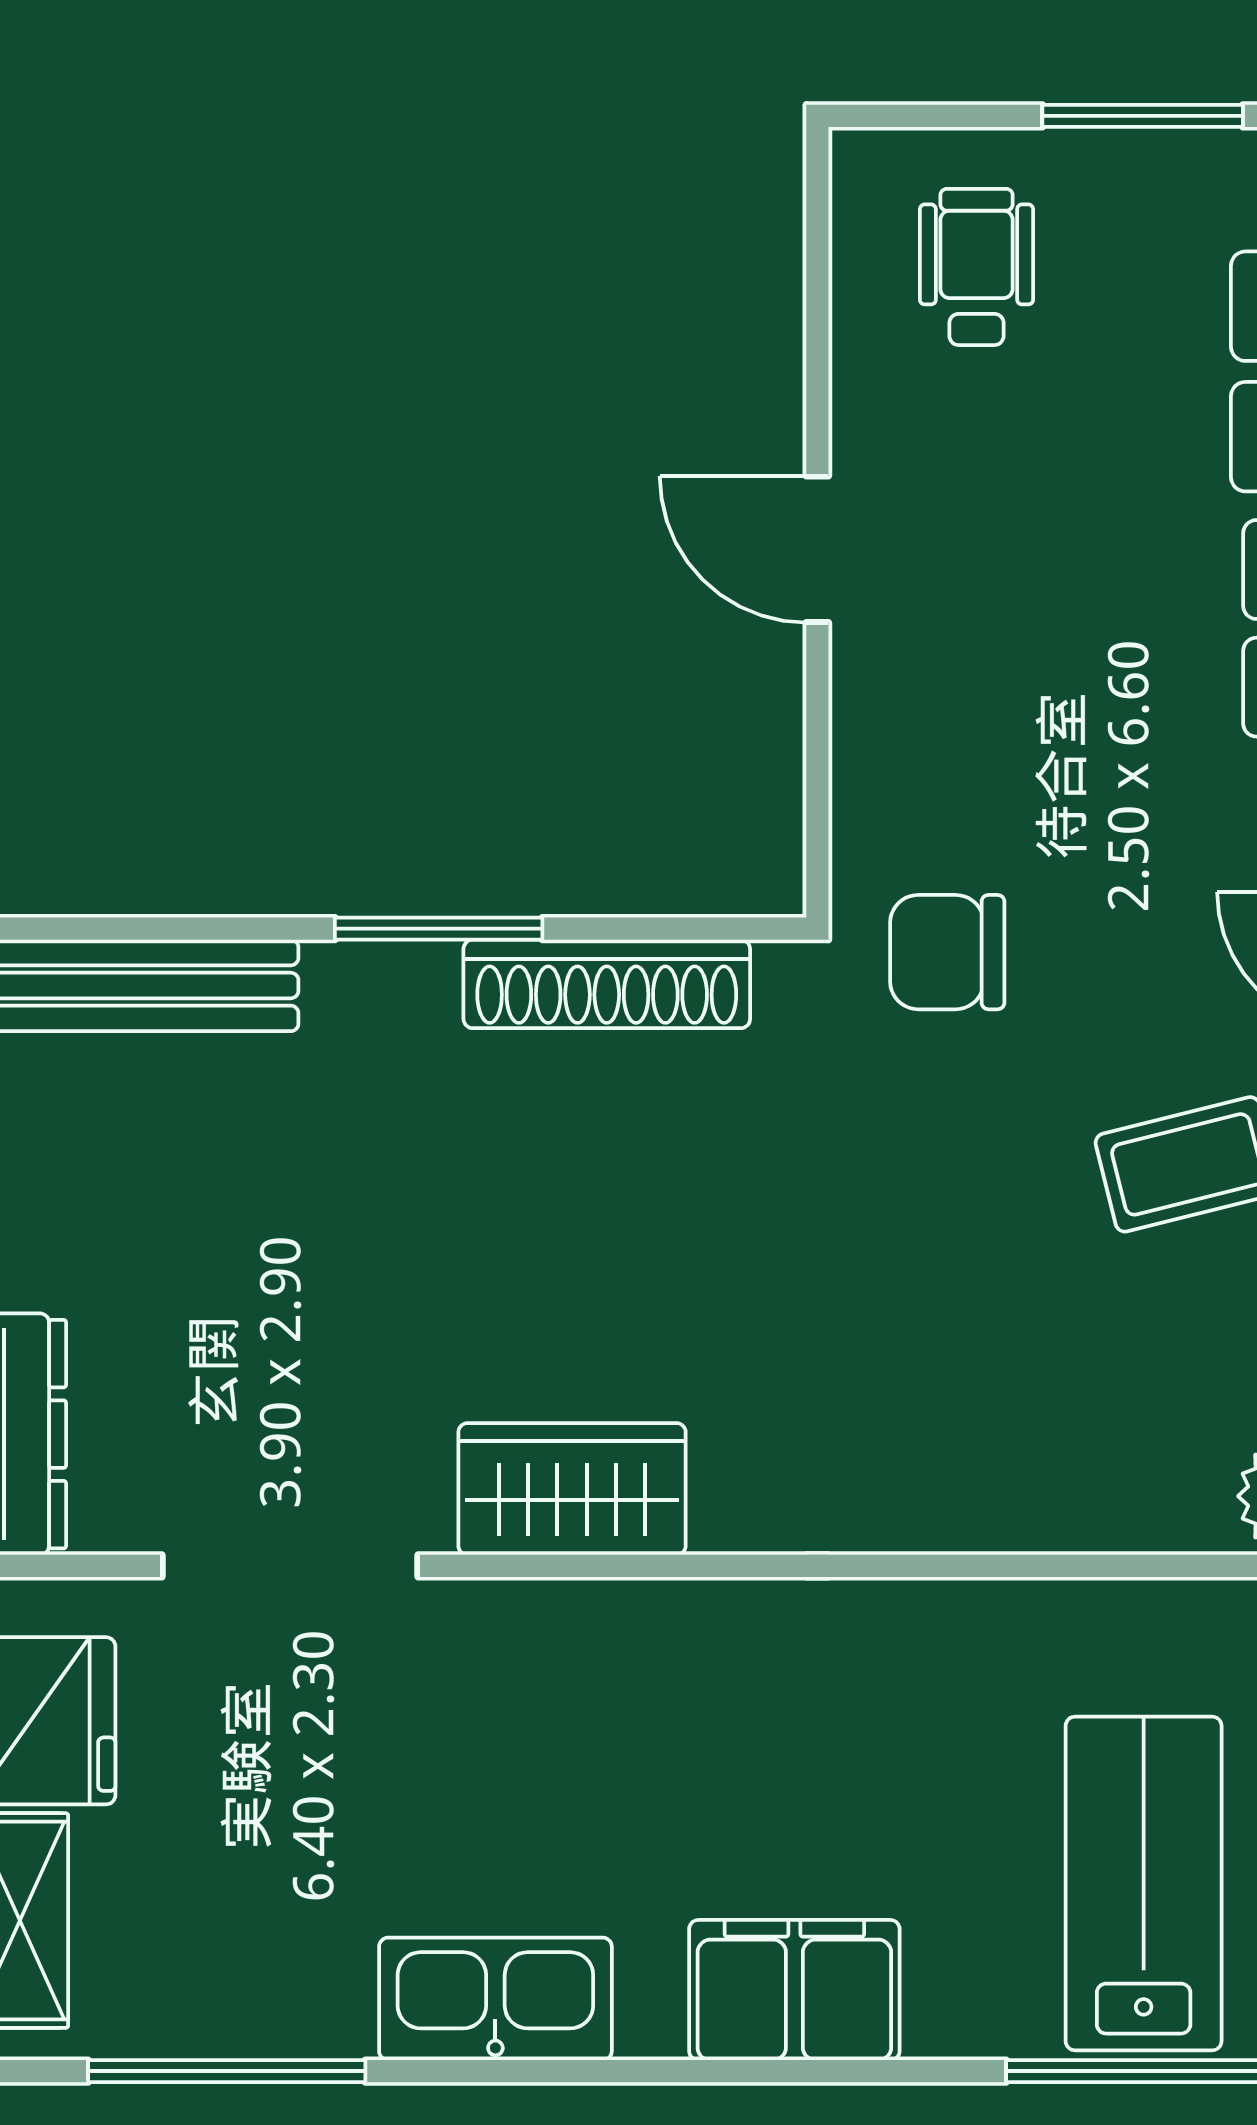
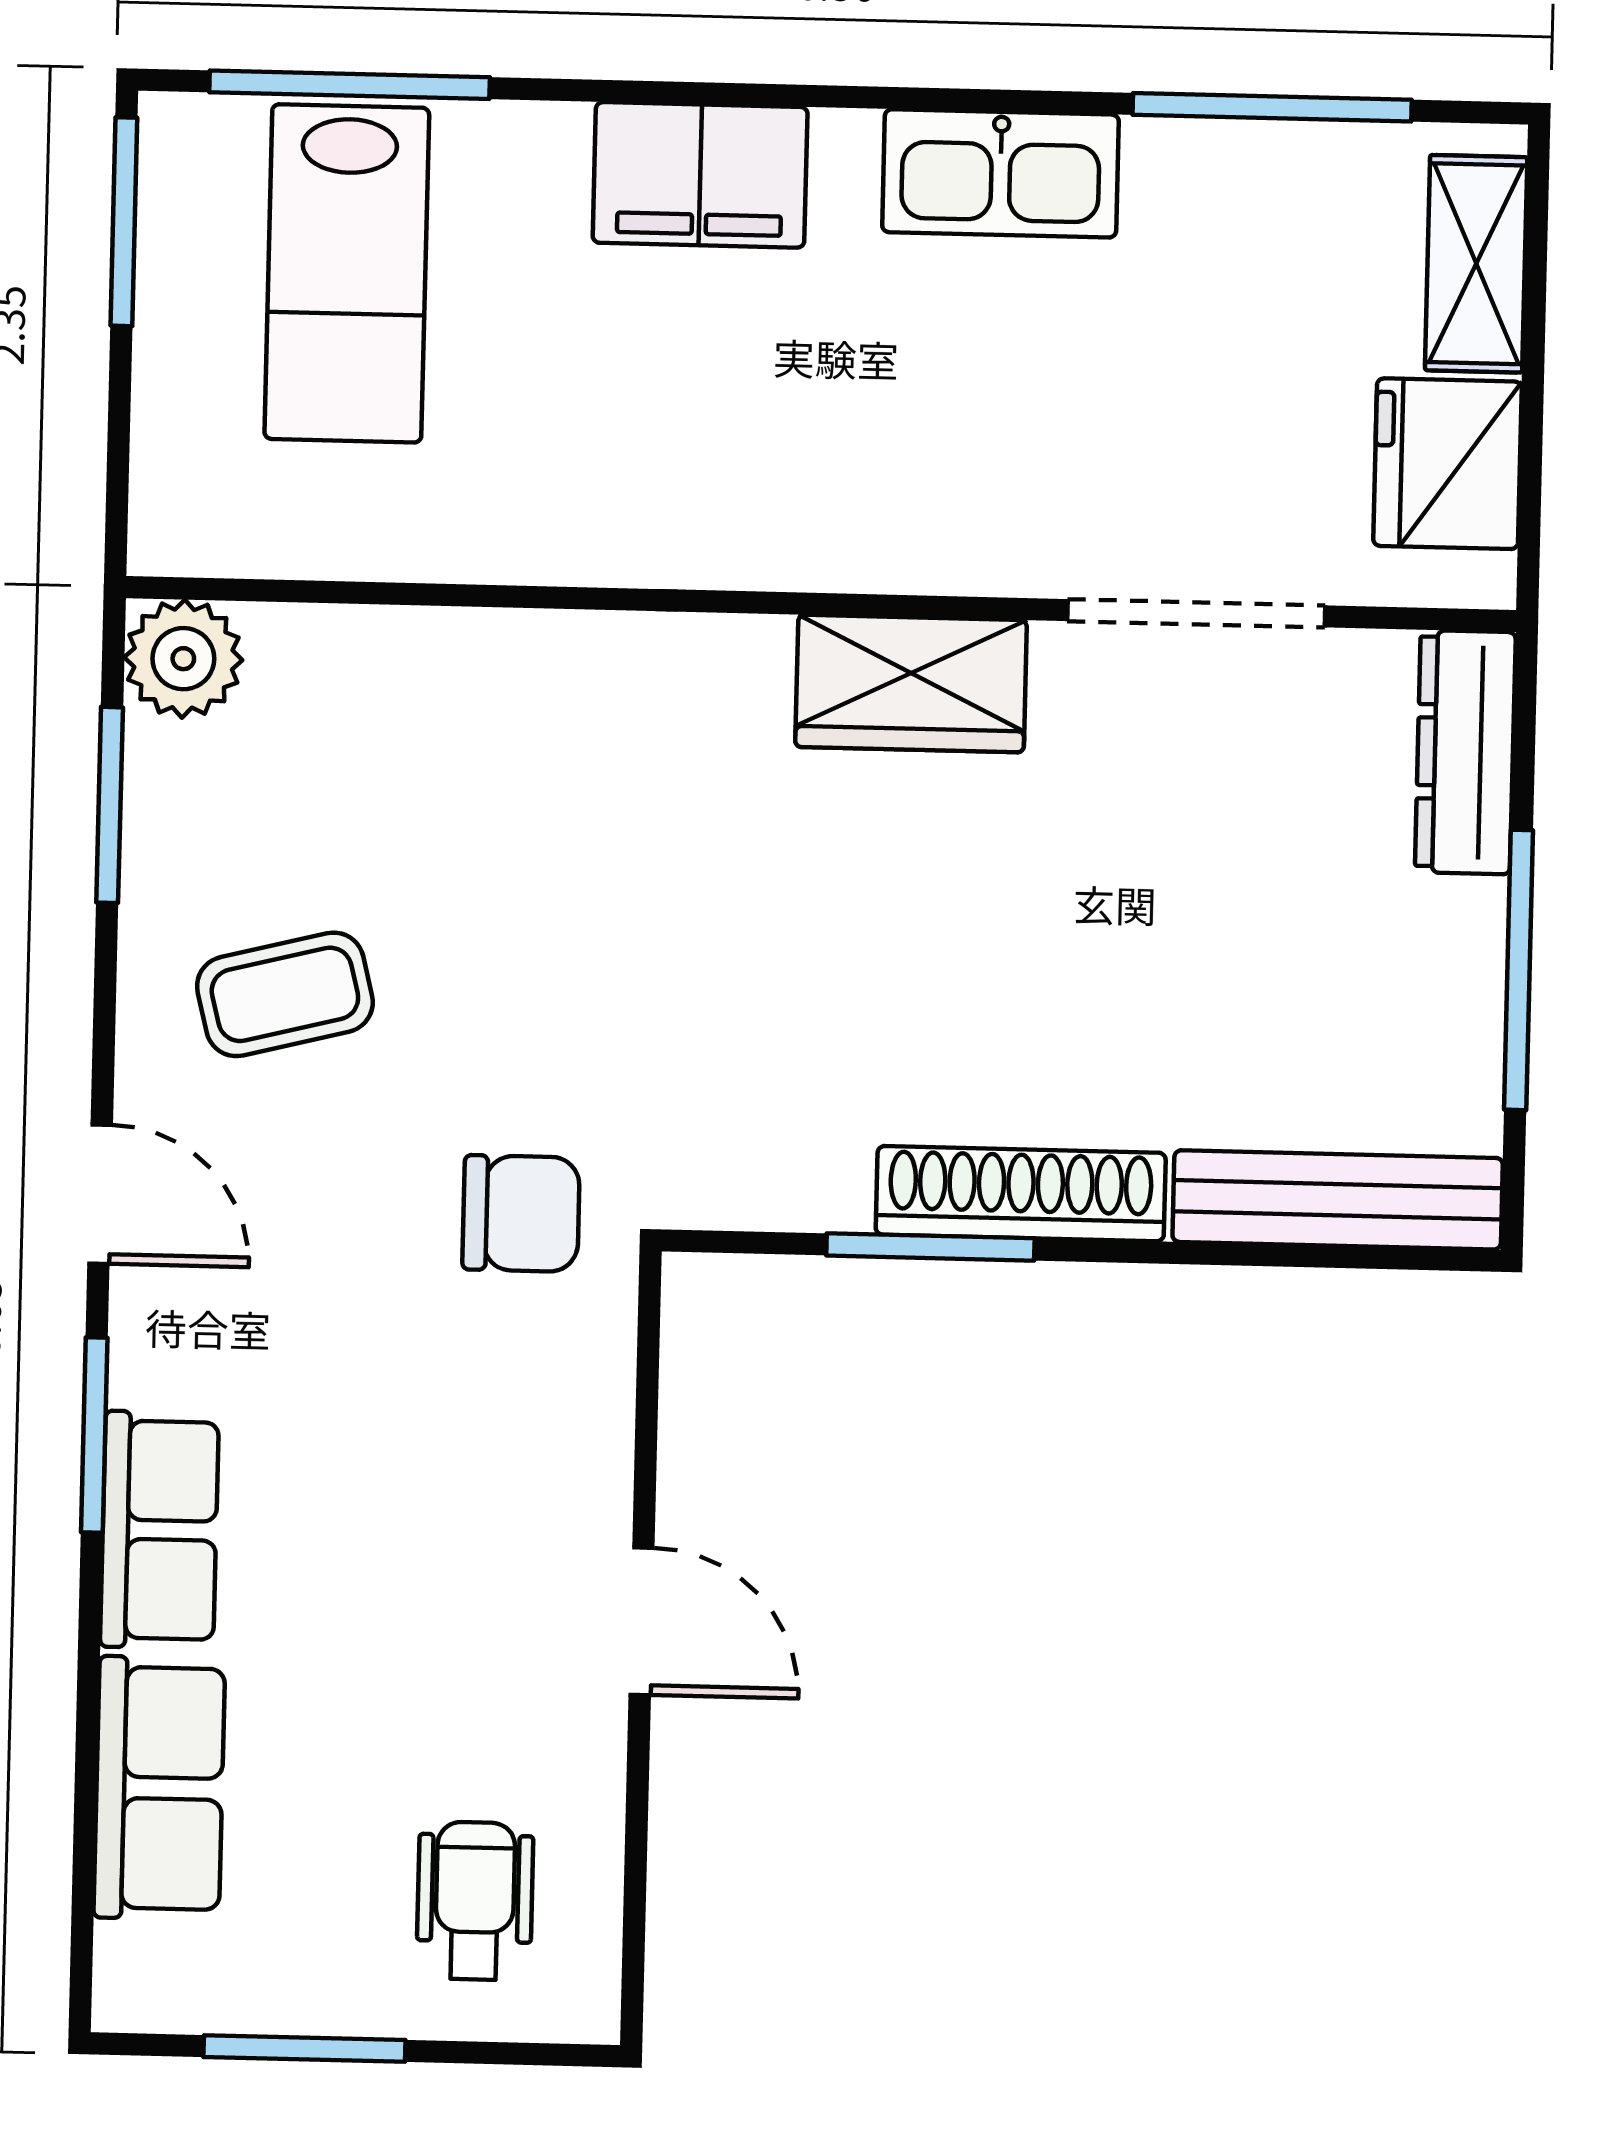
wheelchair: (976, 267) -> (475, 1901), turned 180
window: (439, 929) -> (930, 1247), moved
shoe rack: (607, 984) -> (1021, 1194), moved

